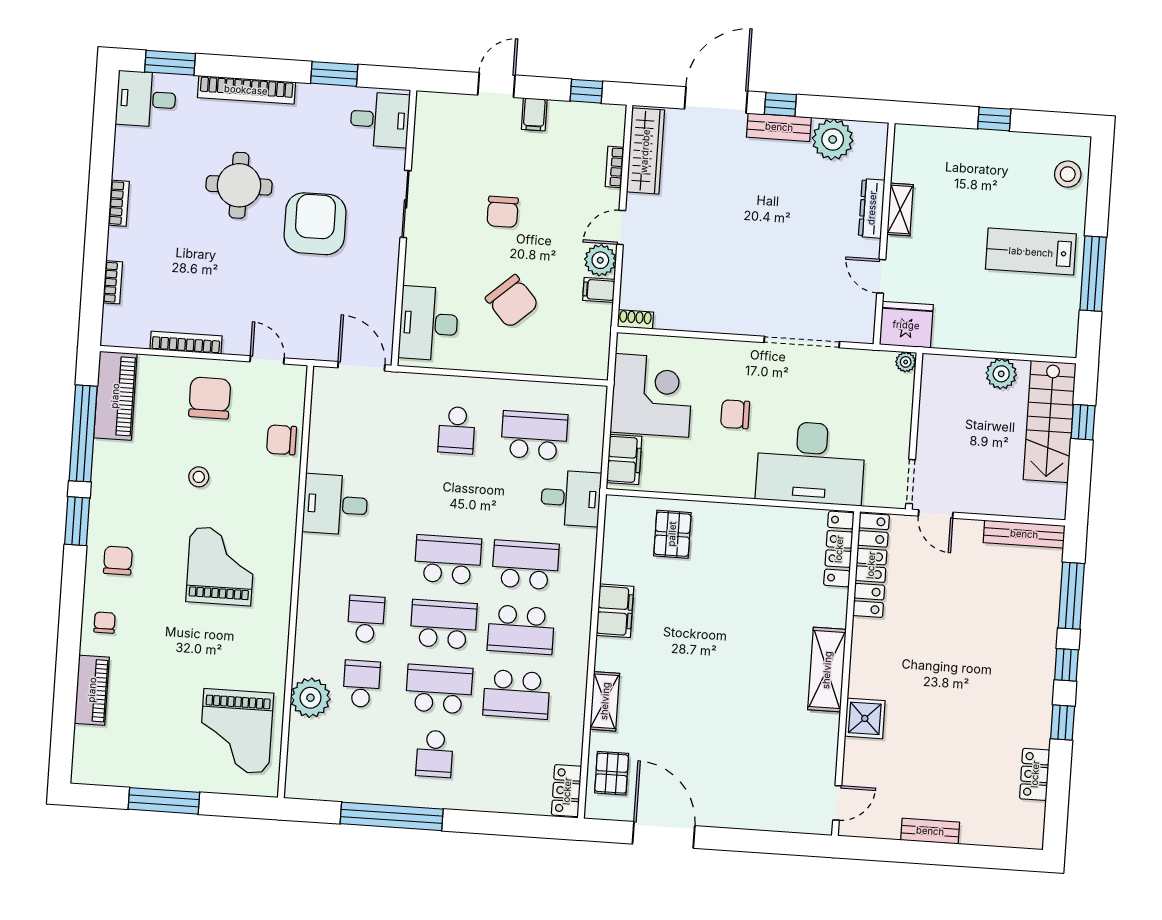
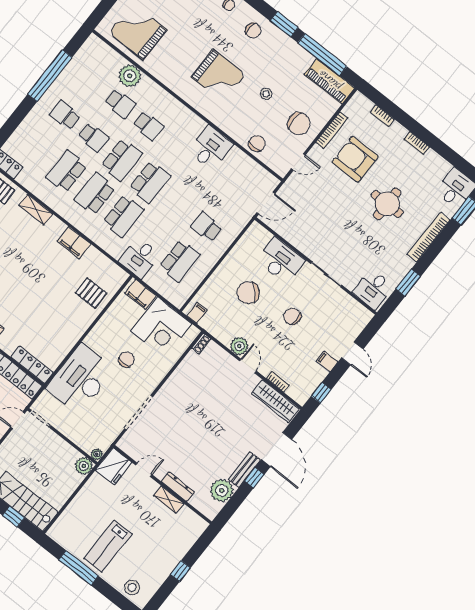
armchair: (315, 224) -> (355, 159), moved, turned 180
lab bench: (1031, 252) -> (108, 546), turned 180
filing cabinet: (599, 290) -> (197, 313), moved
desk: (429, 323) -> (281, 260), moved
plant: (1001, 374) -> (84, 466), moved
school desk: (439, 689) -> (93, 137), width x0.54

